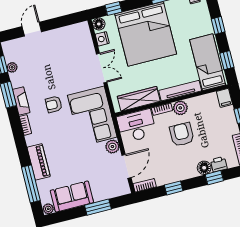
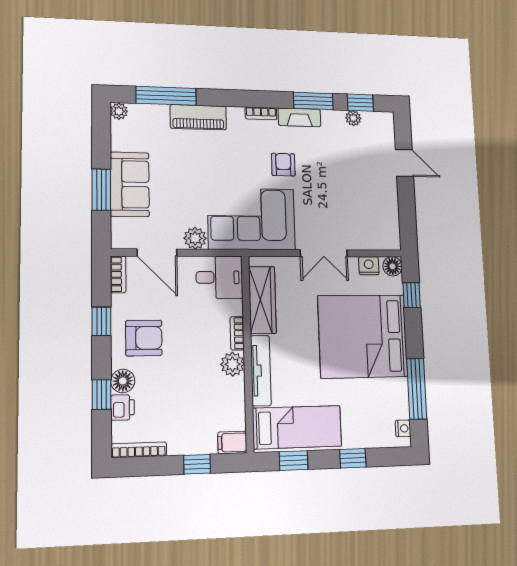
desk: (137, 126) -> (219, 277), width x0.73
armchair: (182, 134) -> (144, 338), moved
sofa: (72, 197) -> (130, 184), moved

